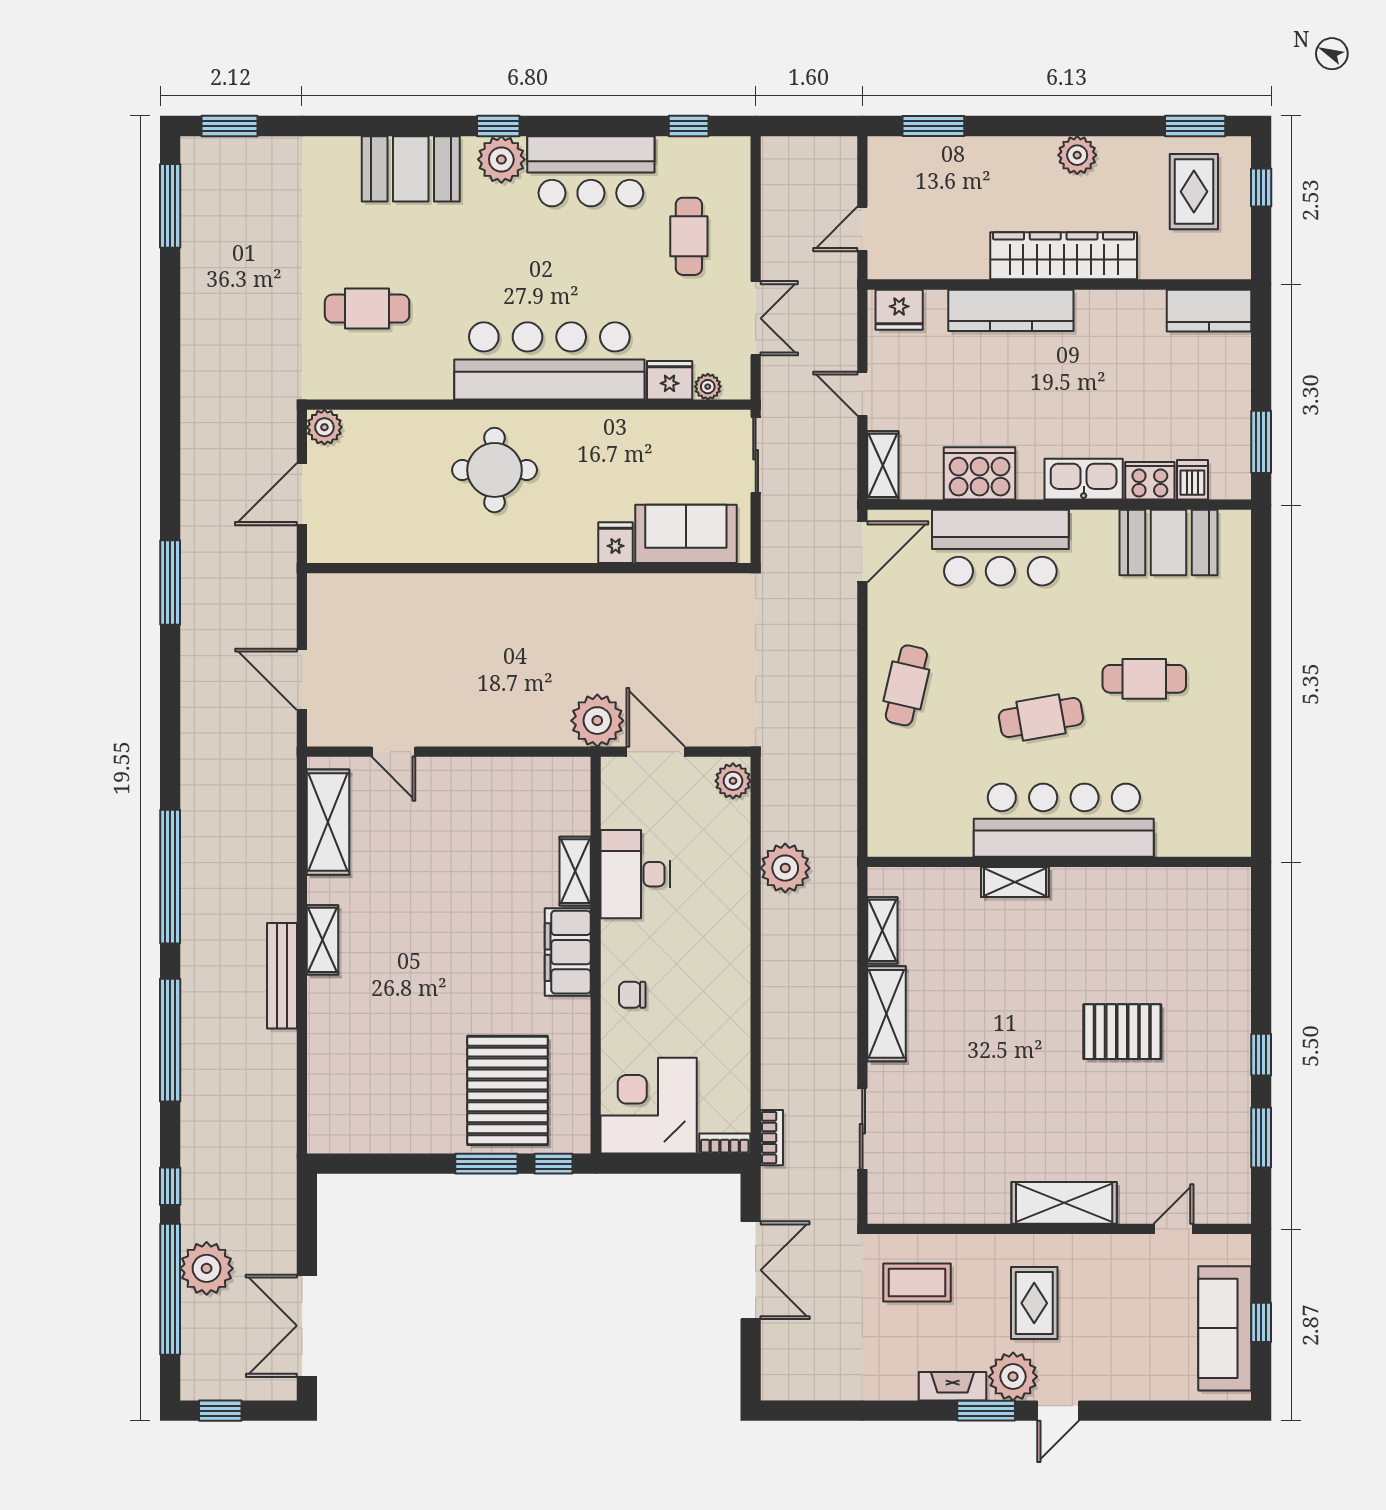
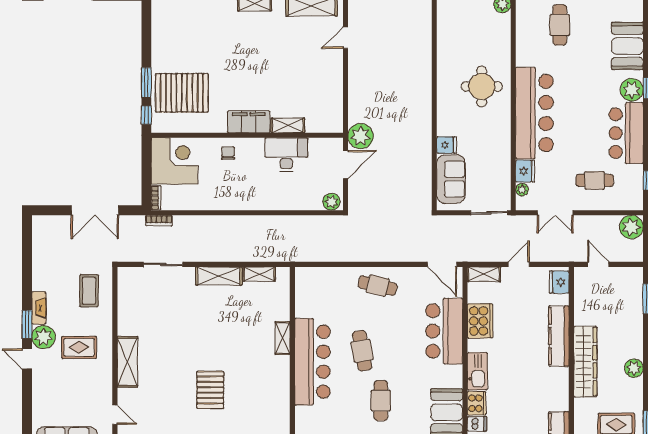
plant: (785, 868) -> (631, 227), moved

